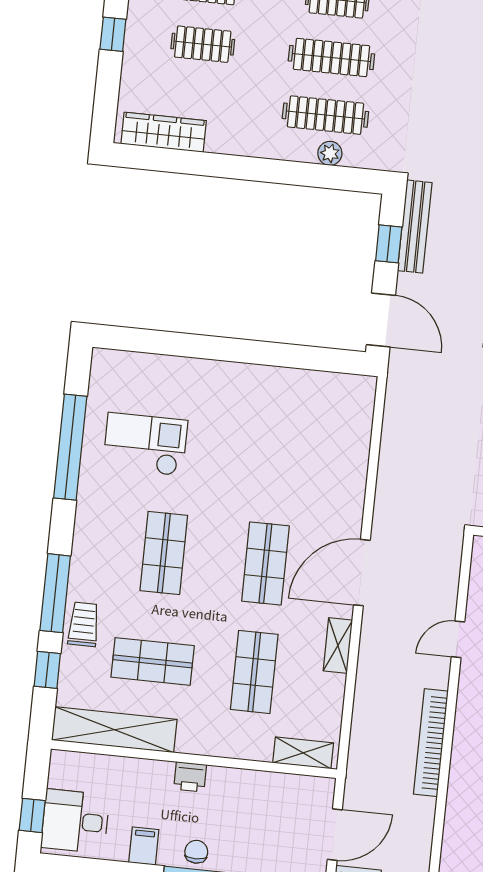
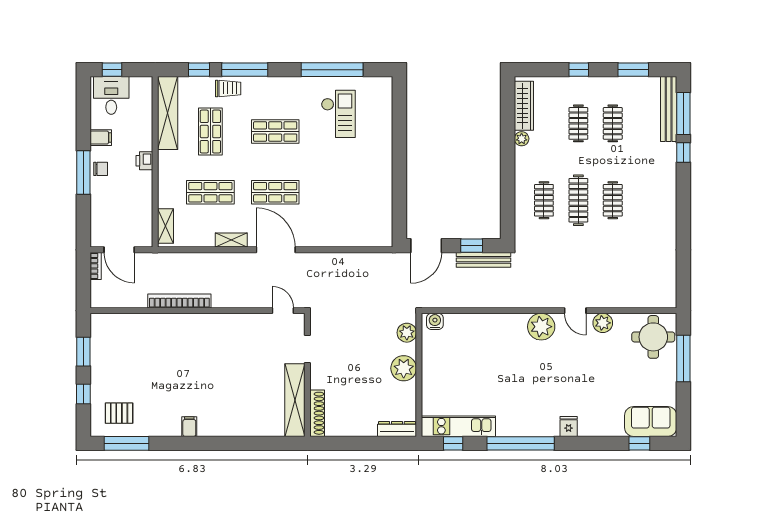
clothes rail: (325, 115) -> (544, 200), width x0.73
plant: (330, 153) -> (522, 139), moved
door: (458, 639) -> (283, 311), moved

